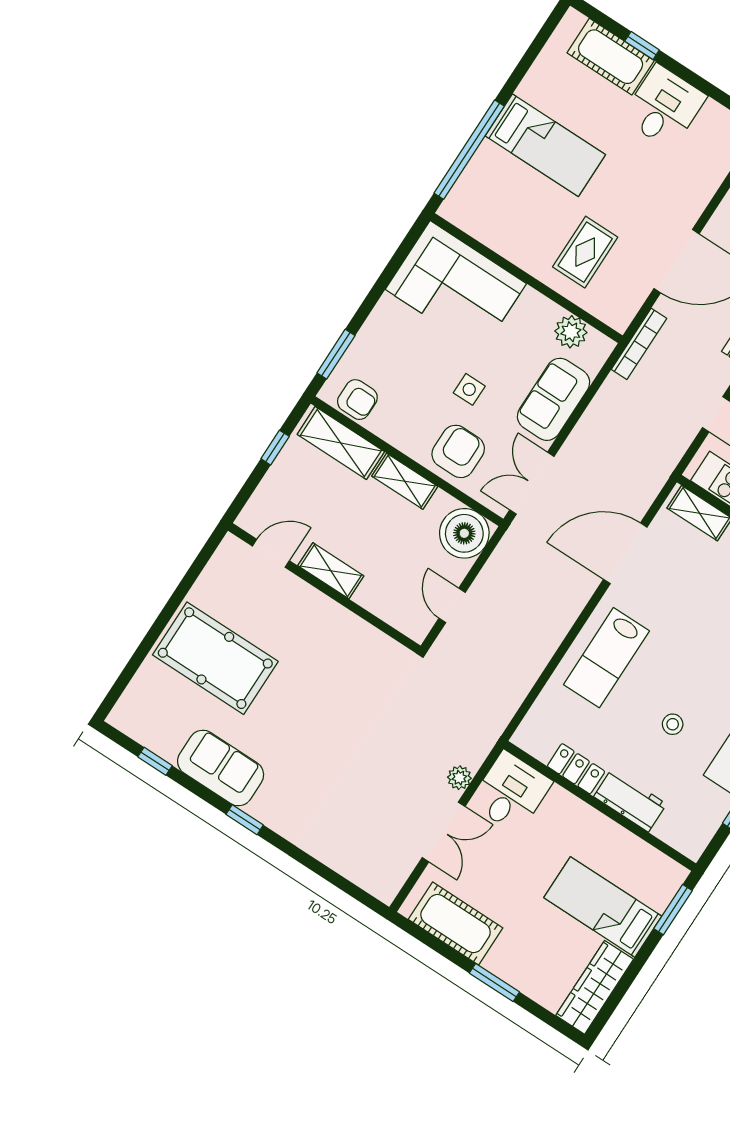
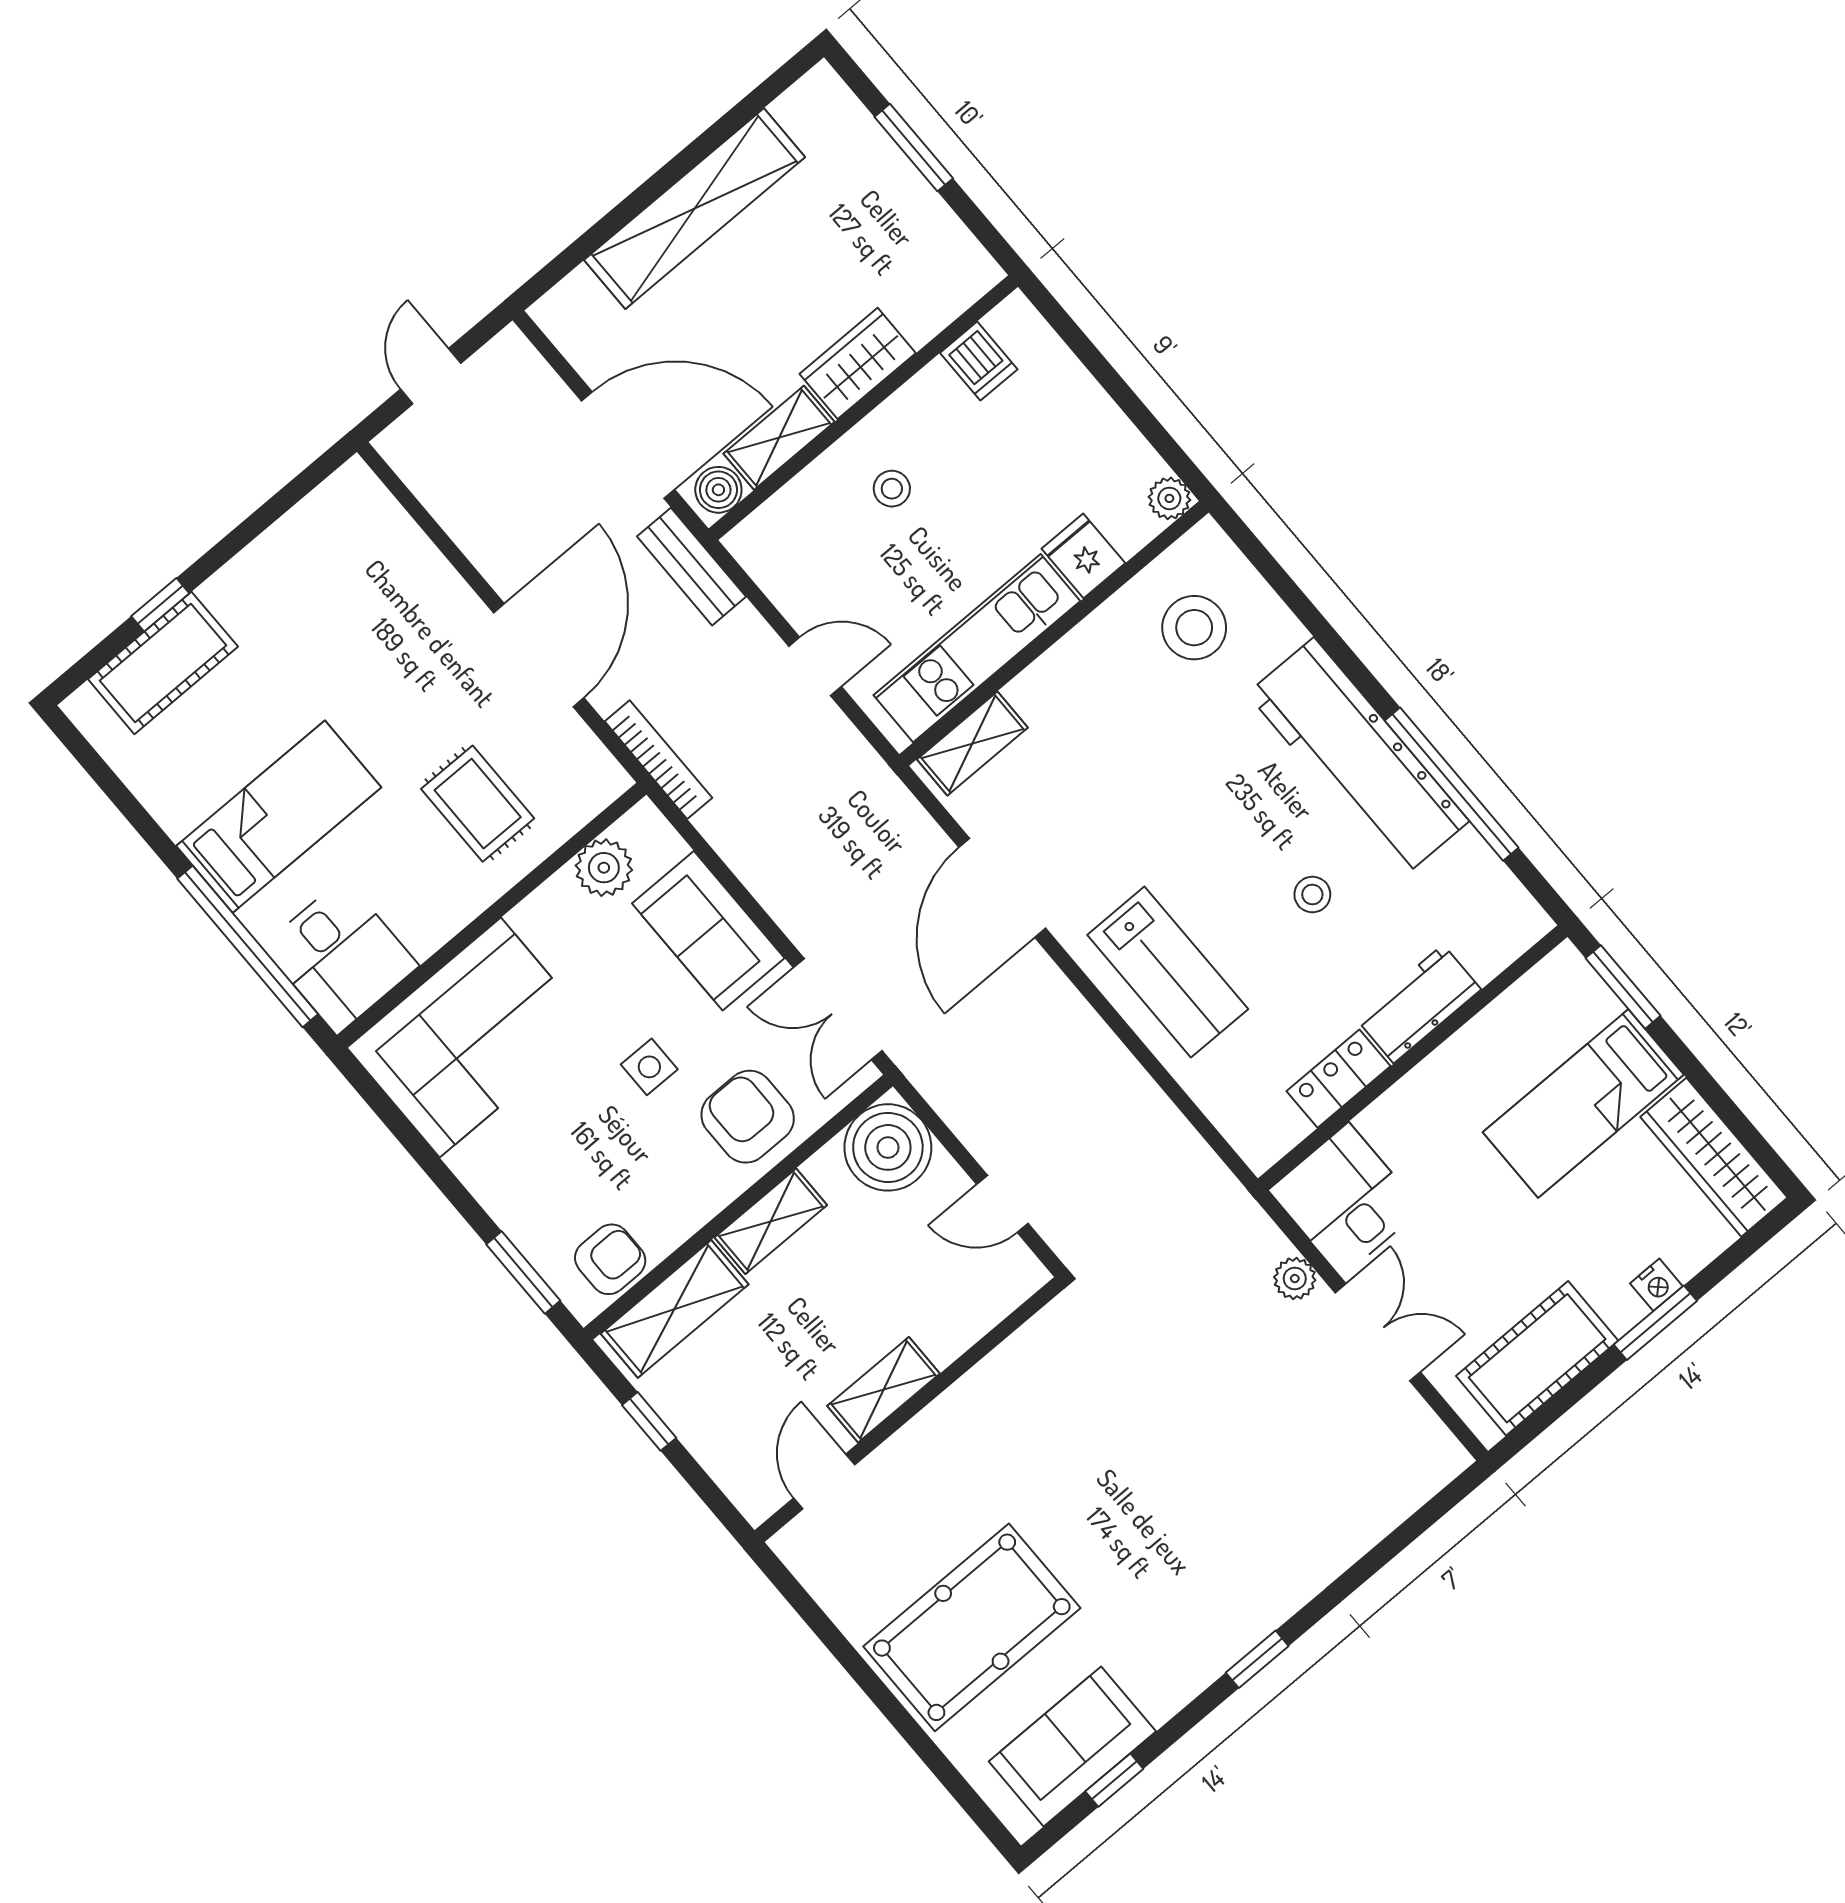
desk: (664, 107) -> (340, 956), moved, turned 180
sofa: (221, 768) -> (1072, 1746), moved
nightstand: (515, 977) -> (1656, 1285), added

